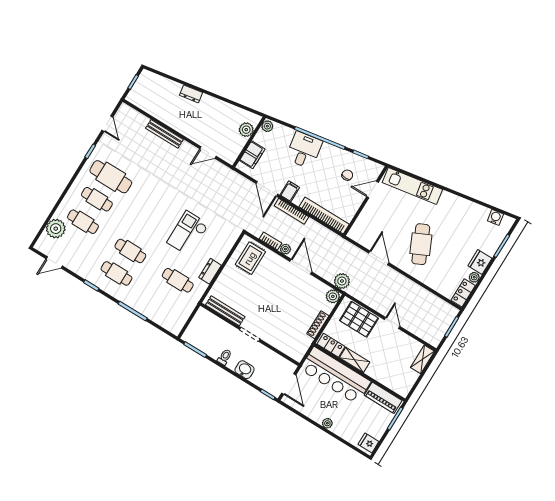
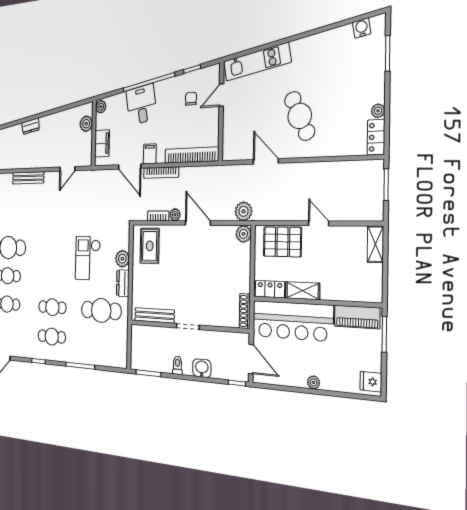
plant: (220, 253) -> (122, 259), added
fridge: (480, 262) -> (374, 89), removed
cafe table: (178, 280) -> (101, 310), width x1.37, depth x1.35
shoe rack: (318, 325) -> (245, 311), moved

